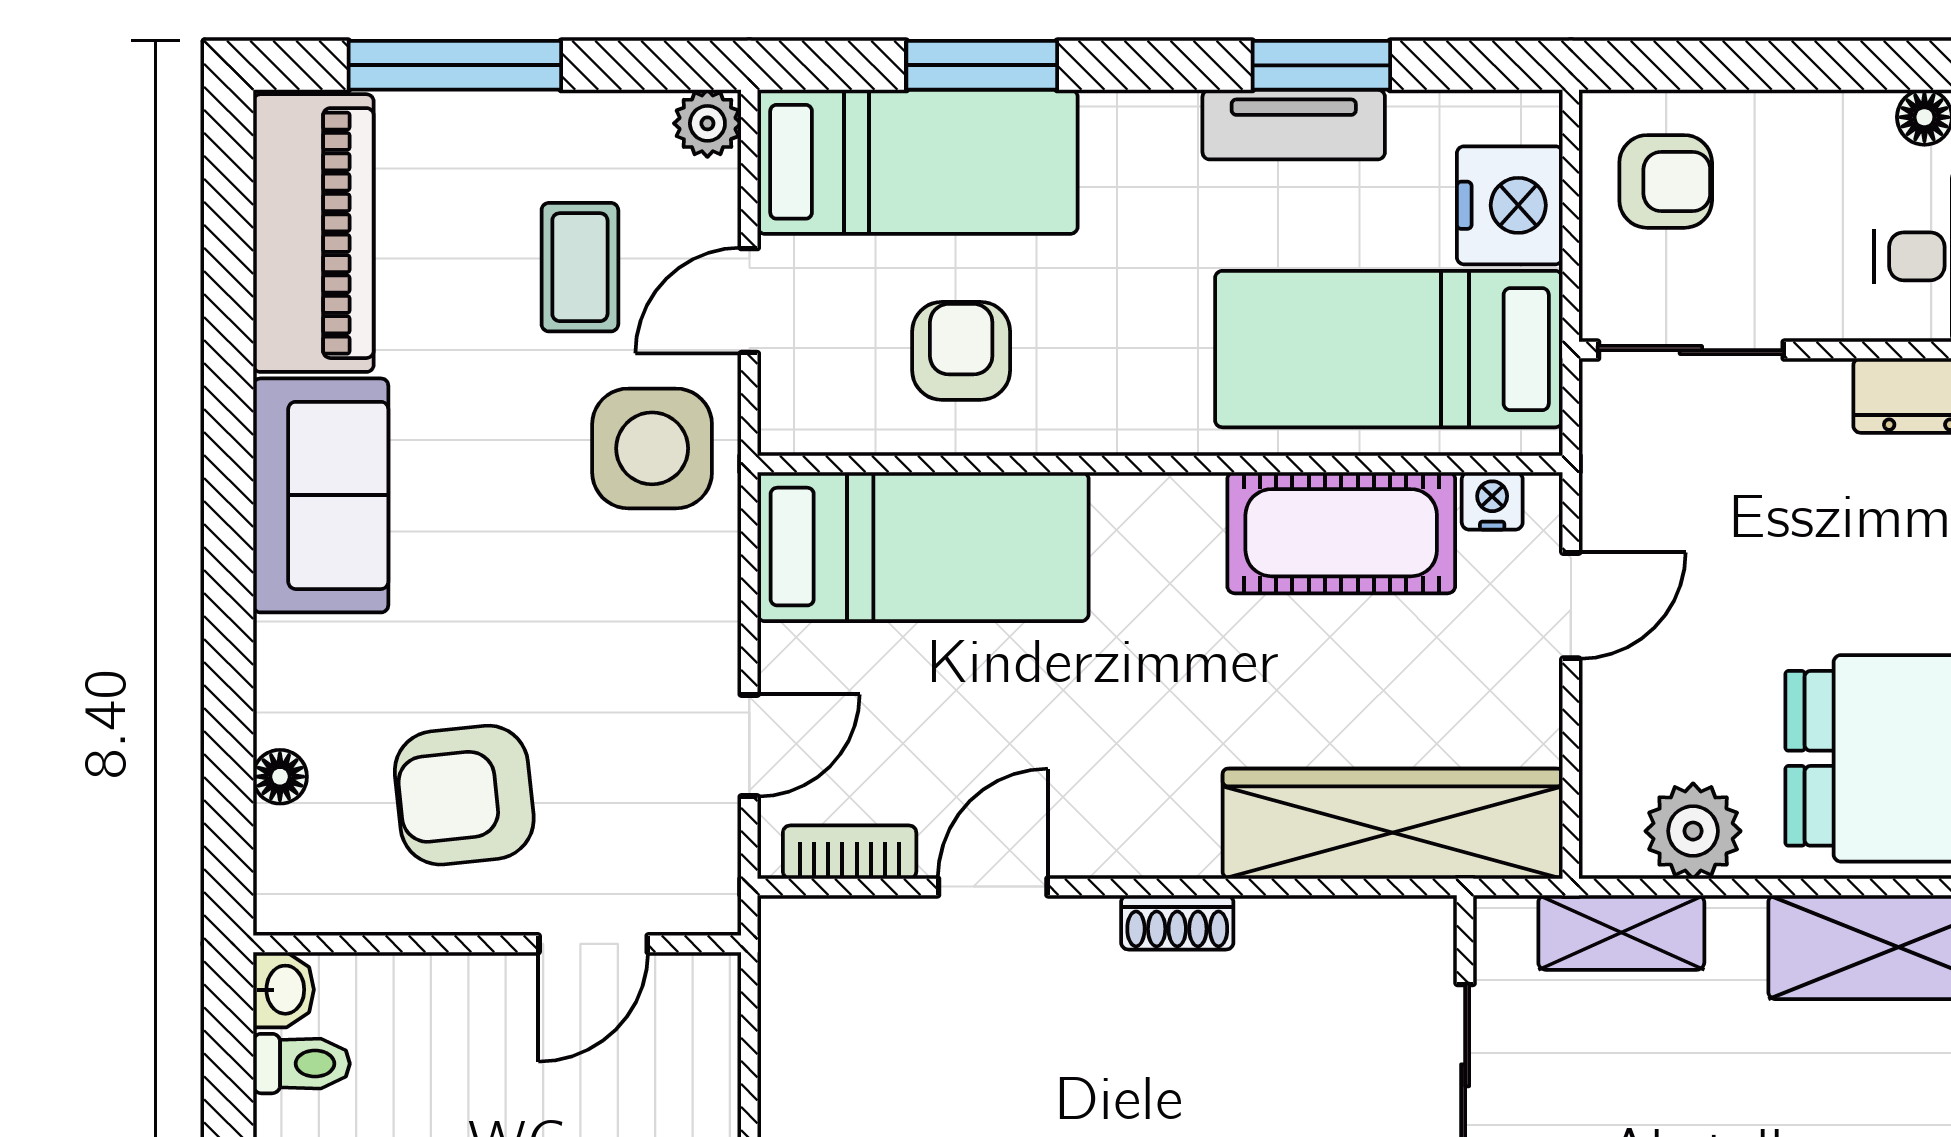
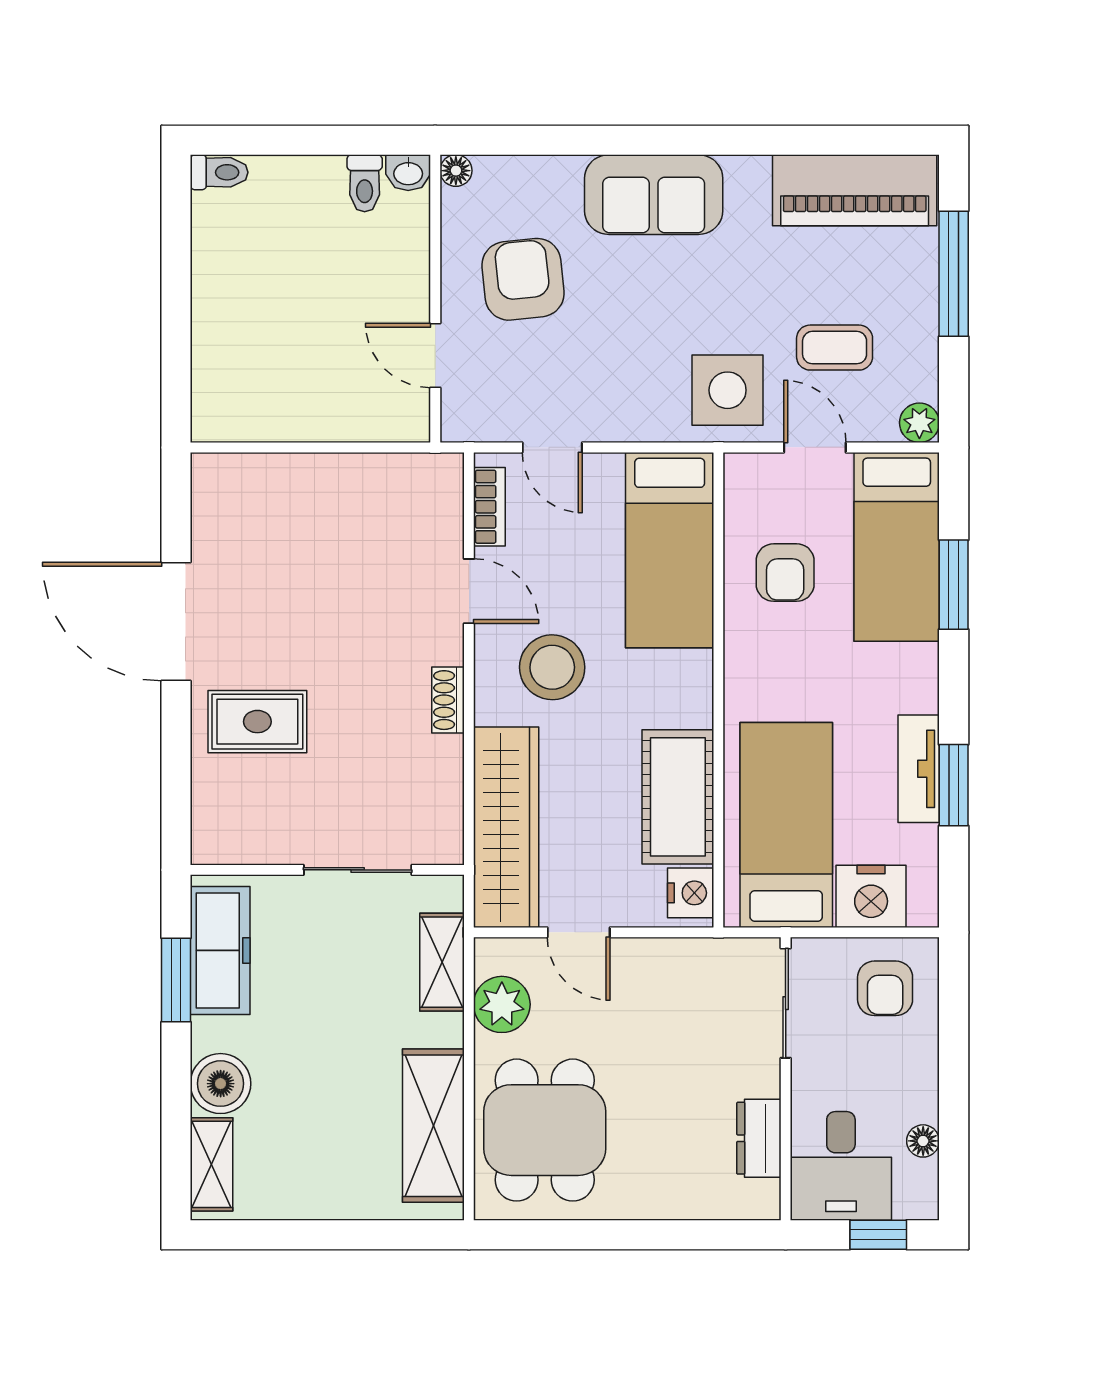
armchair: (961, 351) -> (785, 573), turned 90
sofa: (321, 495) -> (654, 195), moved
nightstand: (1492, 501) -> (691, 893), width x1.39, depth x1.35
door: (1571, 606) -> (579, 932), moved
stool: (1122, 746) -> (552, 667), added
floor lamp: (280, 777) -> (456, 171), moved

